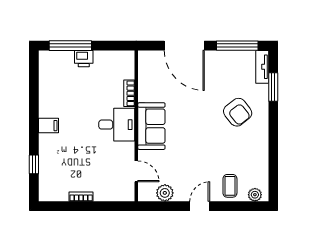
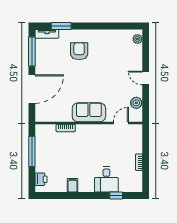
window: (70, 46) -> (32, 151), moved
printer: (84, 59) -> (41, 179), moved
armchair: (238, 112) -> (79, 51), turned -52
desk: (117, 125) -> (106, 180), moved, turned 180
filing cabinet: (49, 126) -> (73, 185), moved
coffee table: (230, 186) -> (131, 57), removed

